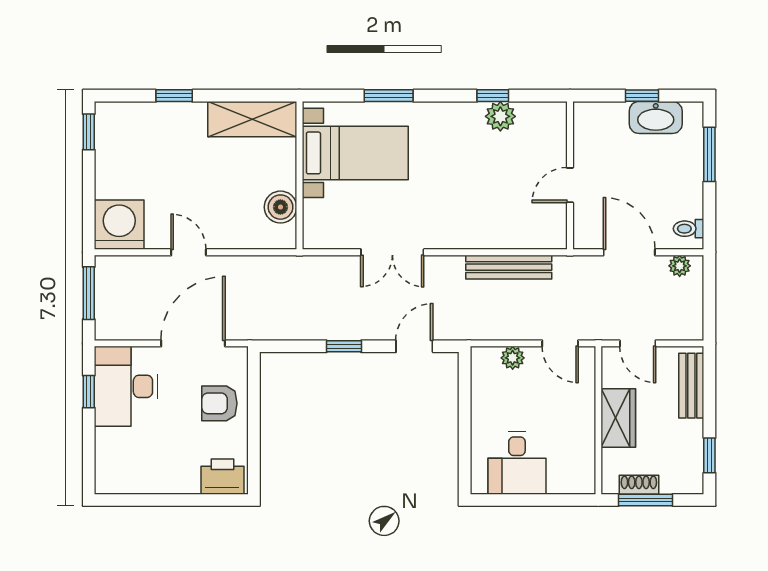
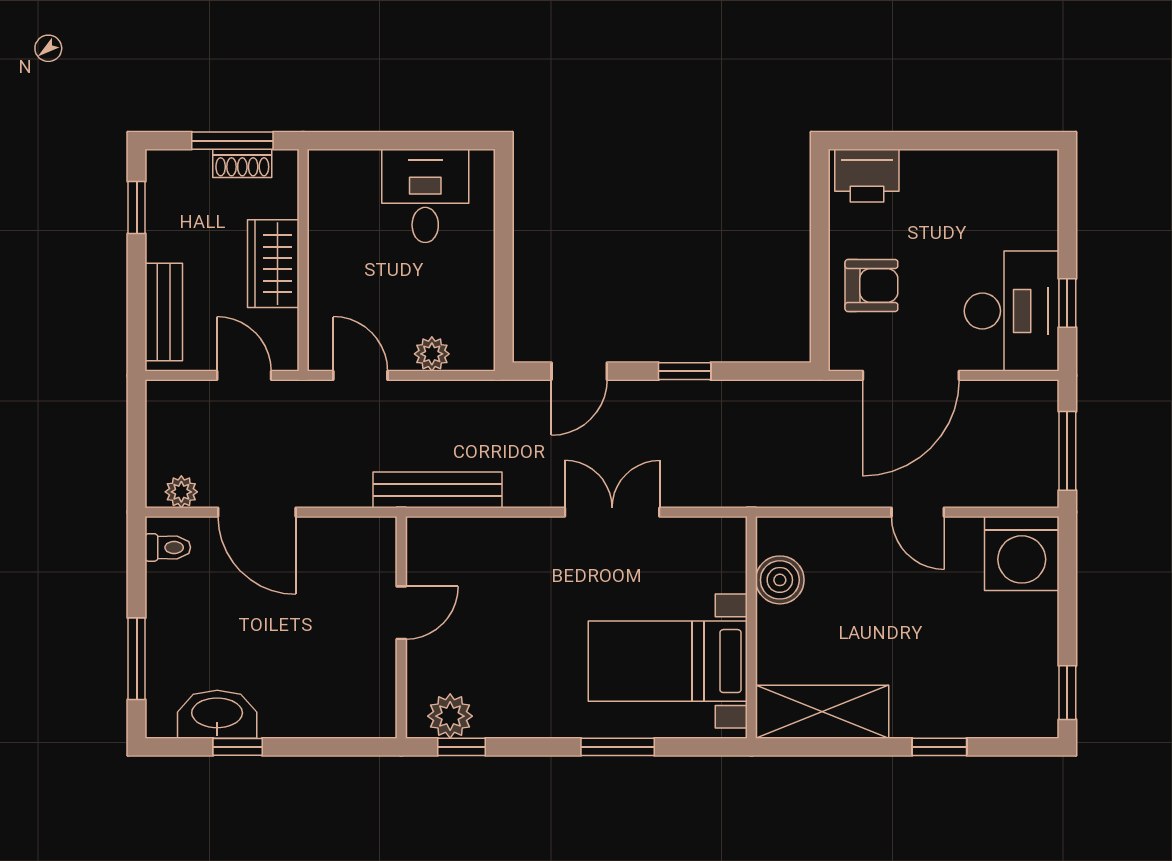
wall: (570, 175) -> (401, 627), moved
door: (570, 185) -> (401, 613), moved

